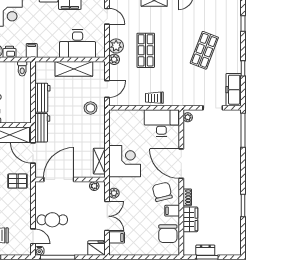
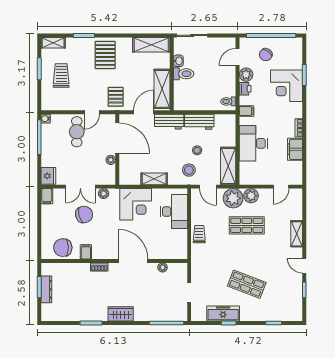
desk: (78, 44) -> (253, 143), moved
plant: (114, 59) -> (233, 198), width x1.88, depth x1.88
shelving: (74, 69) -> (228, 166), moved
freezer: (234, 90) -> (223, 313), moved
stool: (71, 100) -> (197, 150), added
plant: (188, 117) -> (163, 267), moved
desk: (161, 123) -> (174, 211), moved
shelving: (99, 161) -> (154, 179), moved
door: (181, 164) -> (133, 261), hinge flipped
plant: (94, 186) -> (111, 160), moved
chair: (162, 192) -> (84, 214), moved
wardrobe: (190, 219) -> (121, 314), moved, turned 180
door: (33, 236) -> (92, 112), moved
filing cabinet: (117, 237) -> (47, 196), moved
dresser: (205, 250) -> (46, 289), width x1.44

